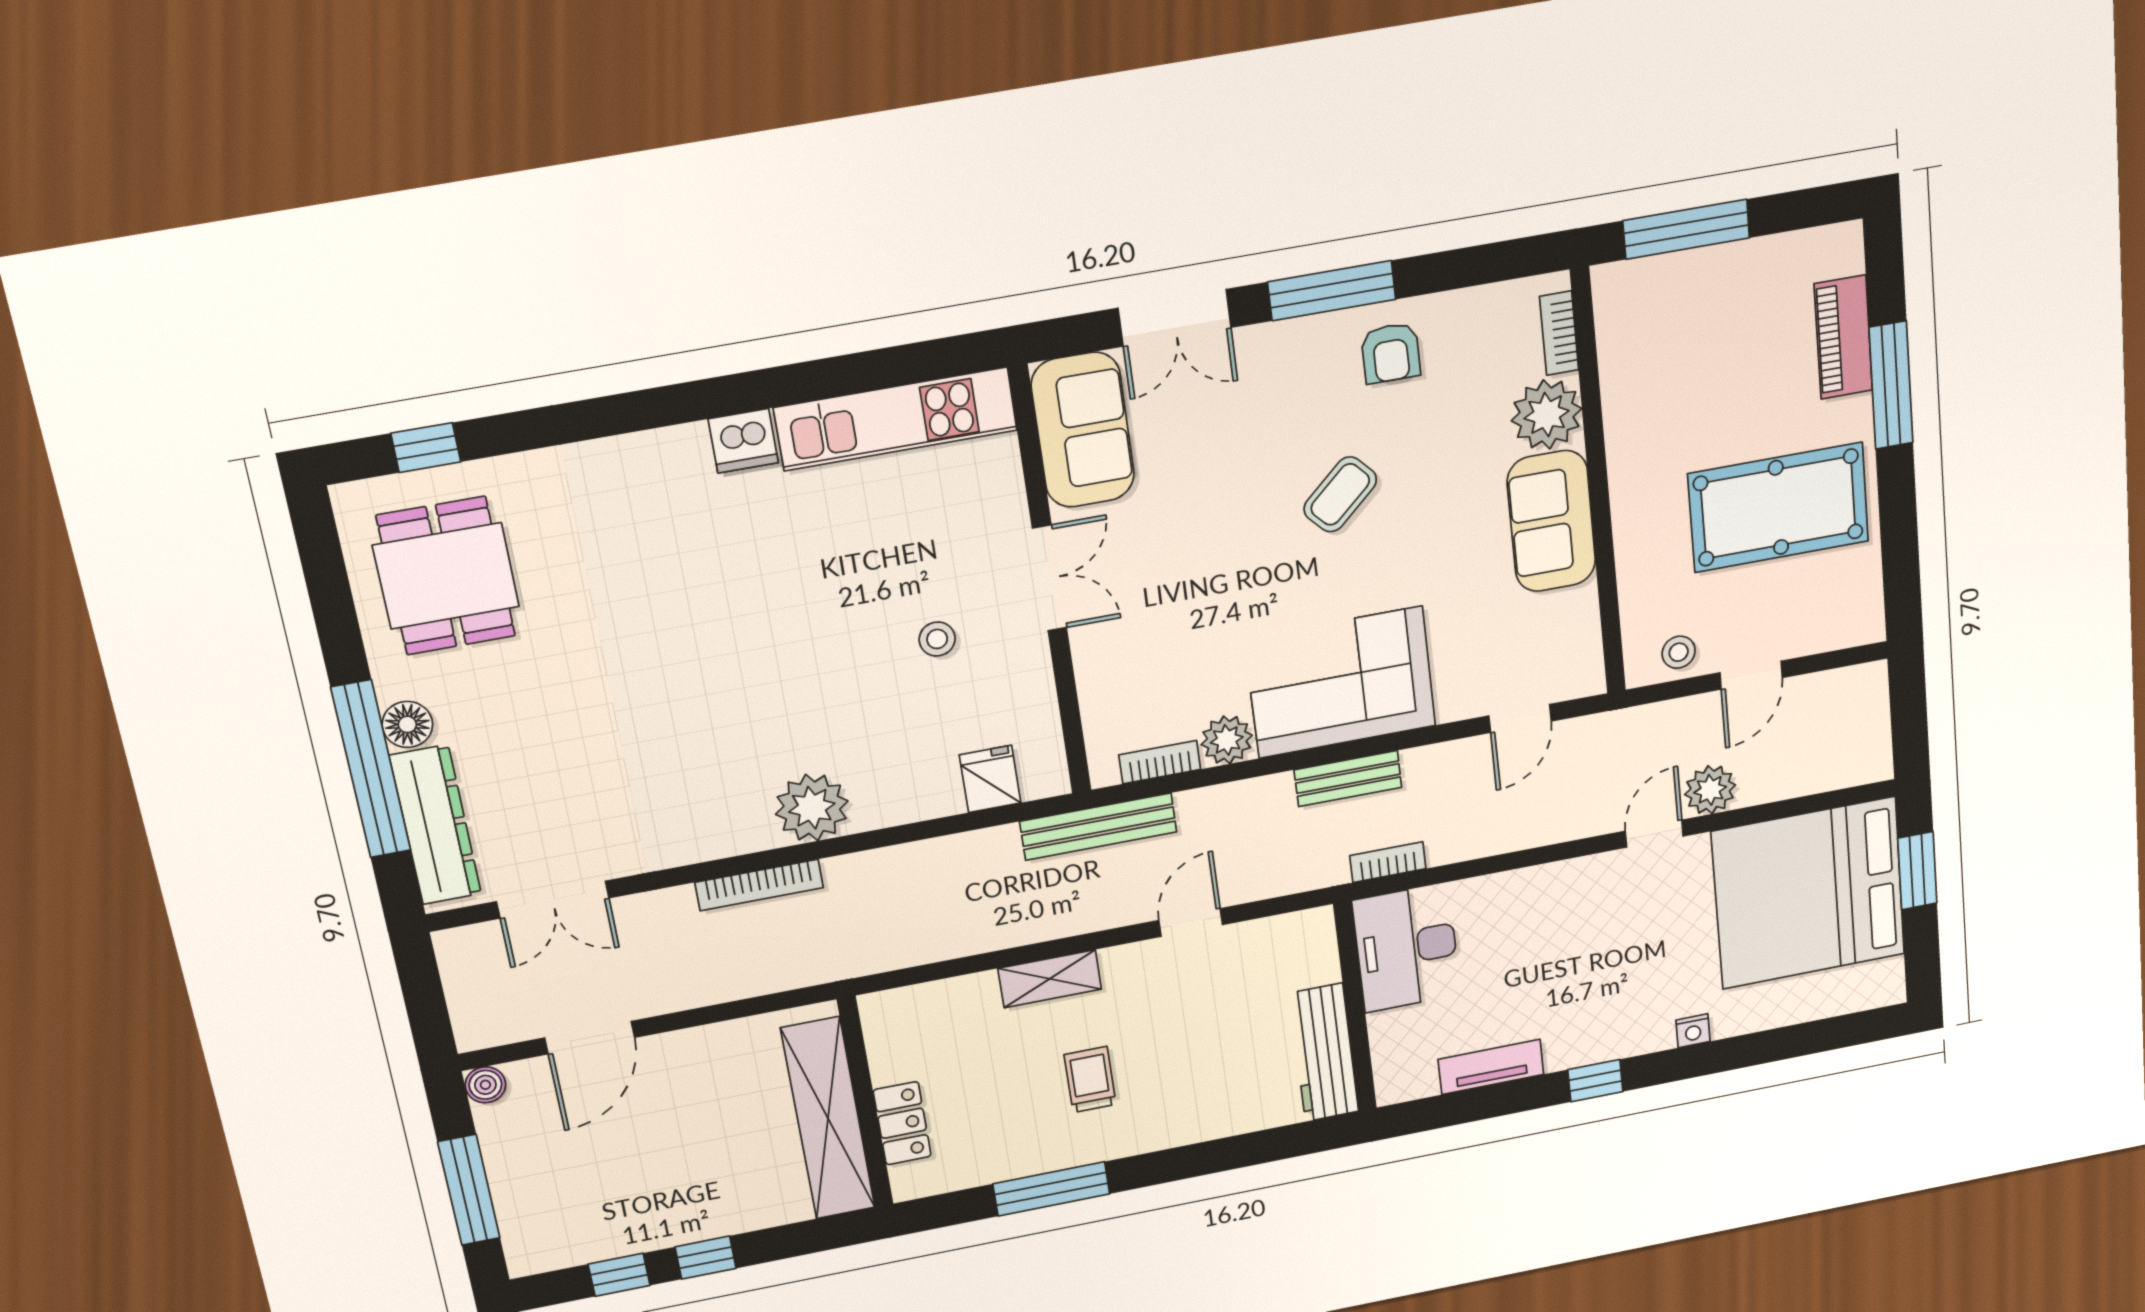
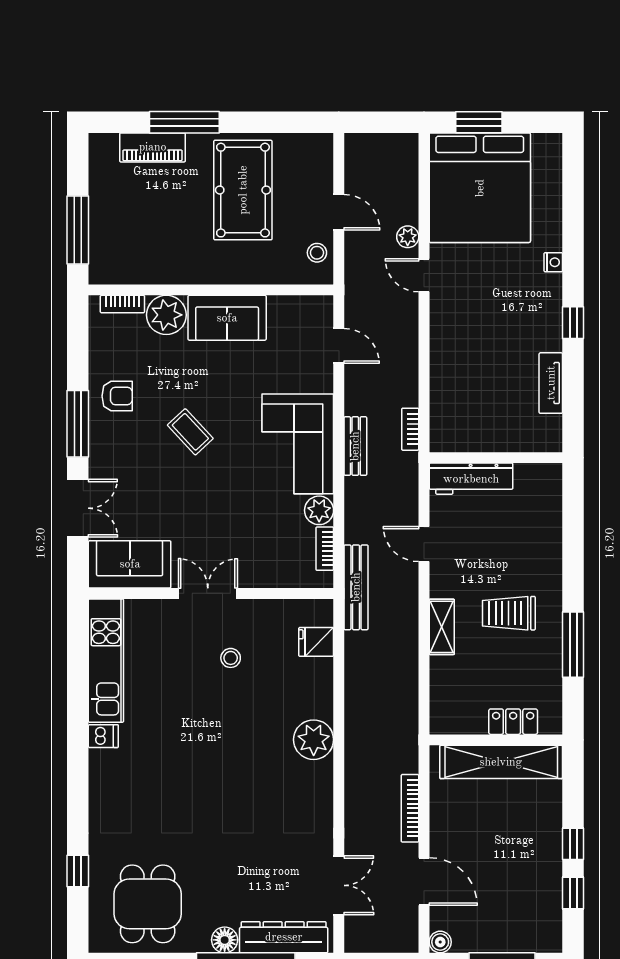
dishwasher: (743, 441) -> (103, 736), width x0.73
window: (426, 448) -> (78, 871), moved
dining table: (446, 576) -> (148, 904), turned 90
plant: (1710, 790) -> (408, 237), width x0.73, depth x0.73
bookcase: (759, 885) -> (410, 808), moved, turned 180
desk: (1407, 948) -> (465, 424), removed
workbench: (1324, 1053) -> (471, 479), moved
trolley: (1090, 1080) -> (509, 613), width x1.36, depth x1.39

